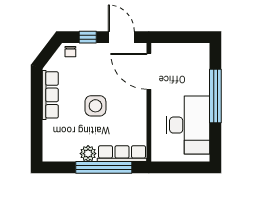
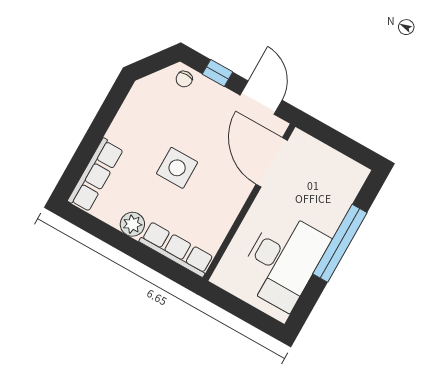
row of seats: (50, 95) -> (95, 175), moved
window: (104, 167) -> (143, 254), removed

